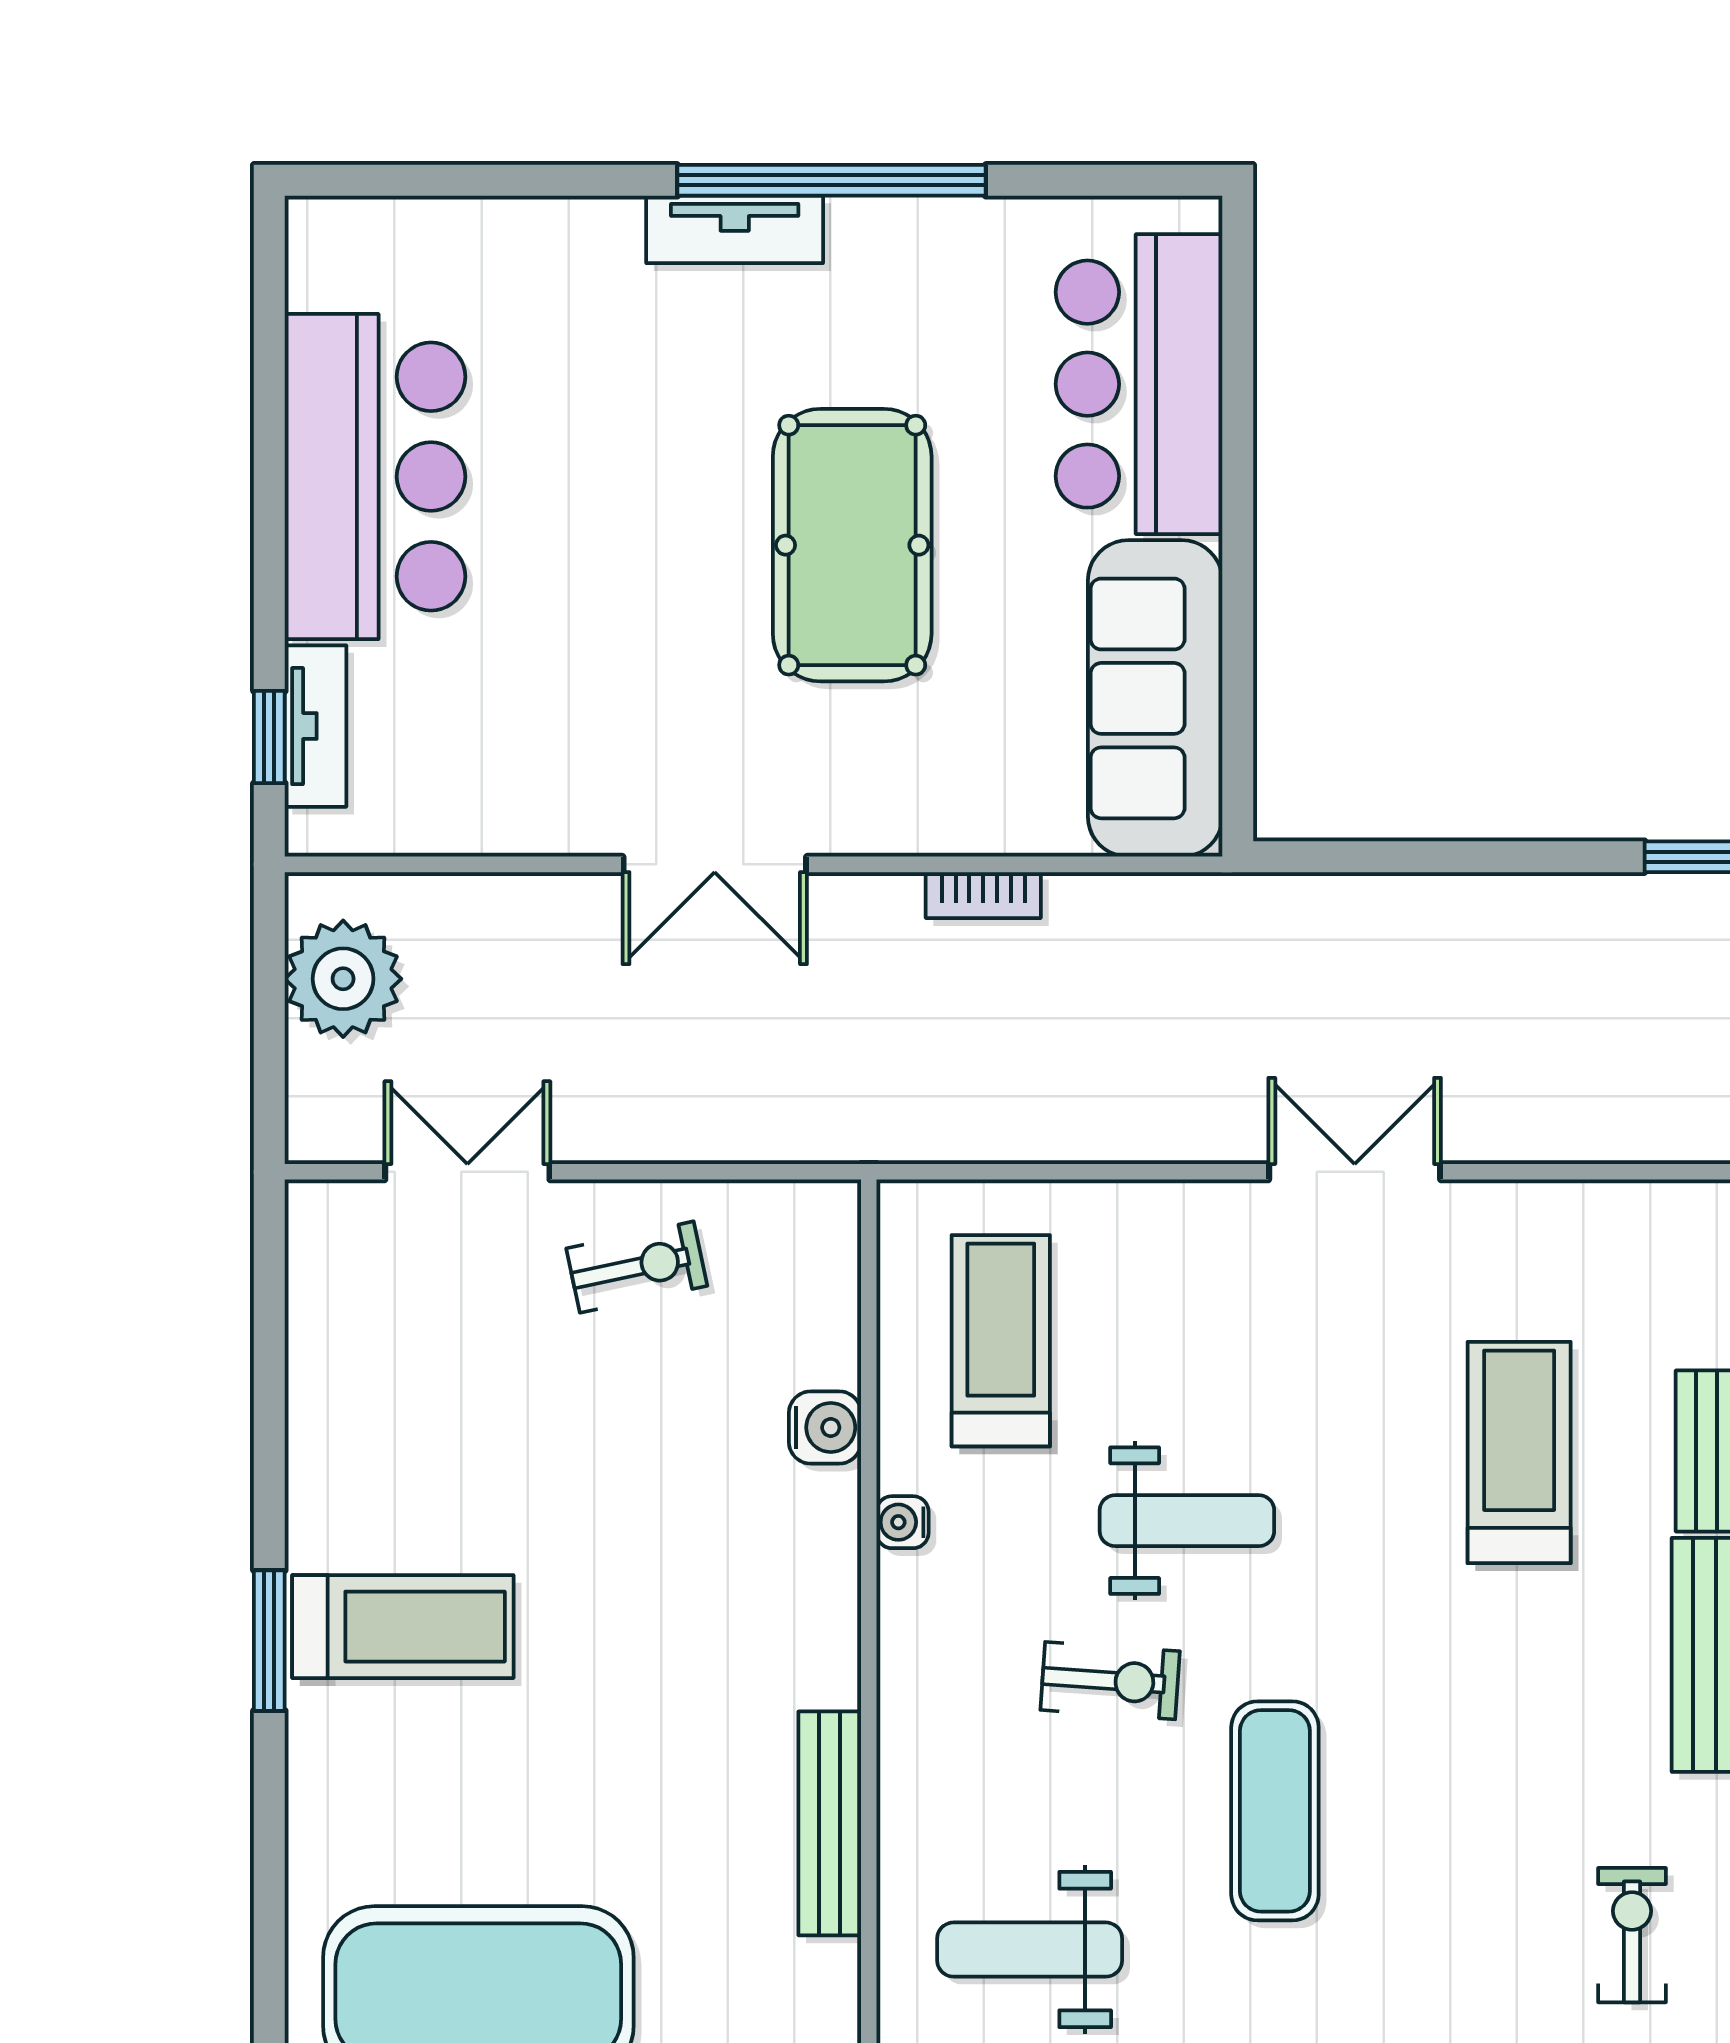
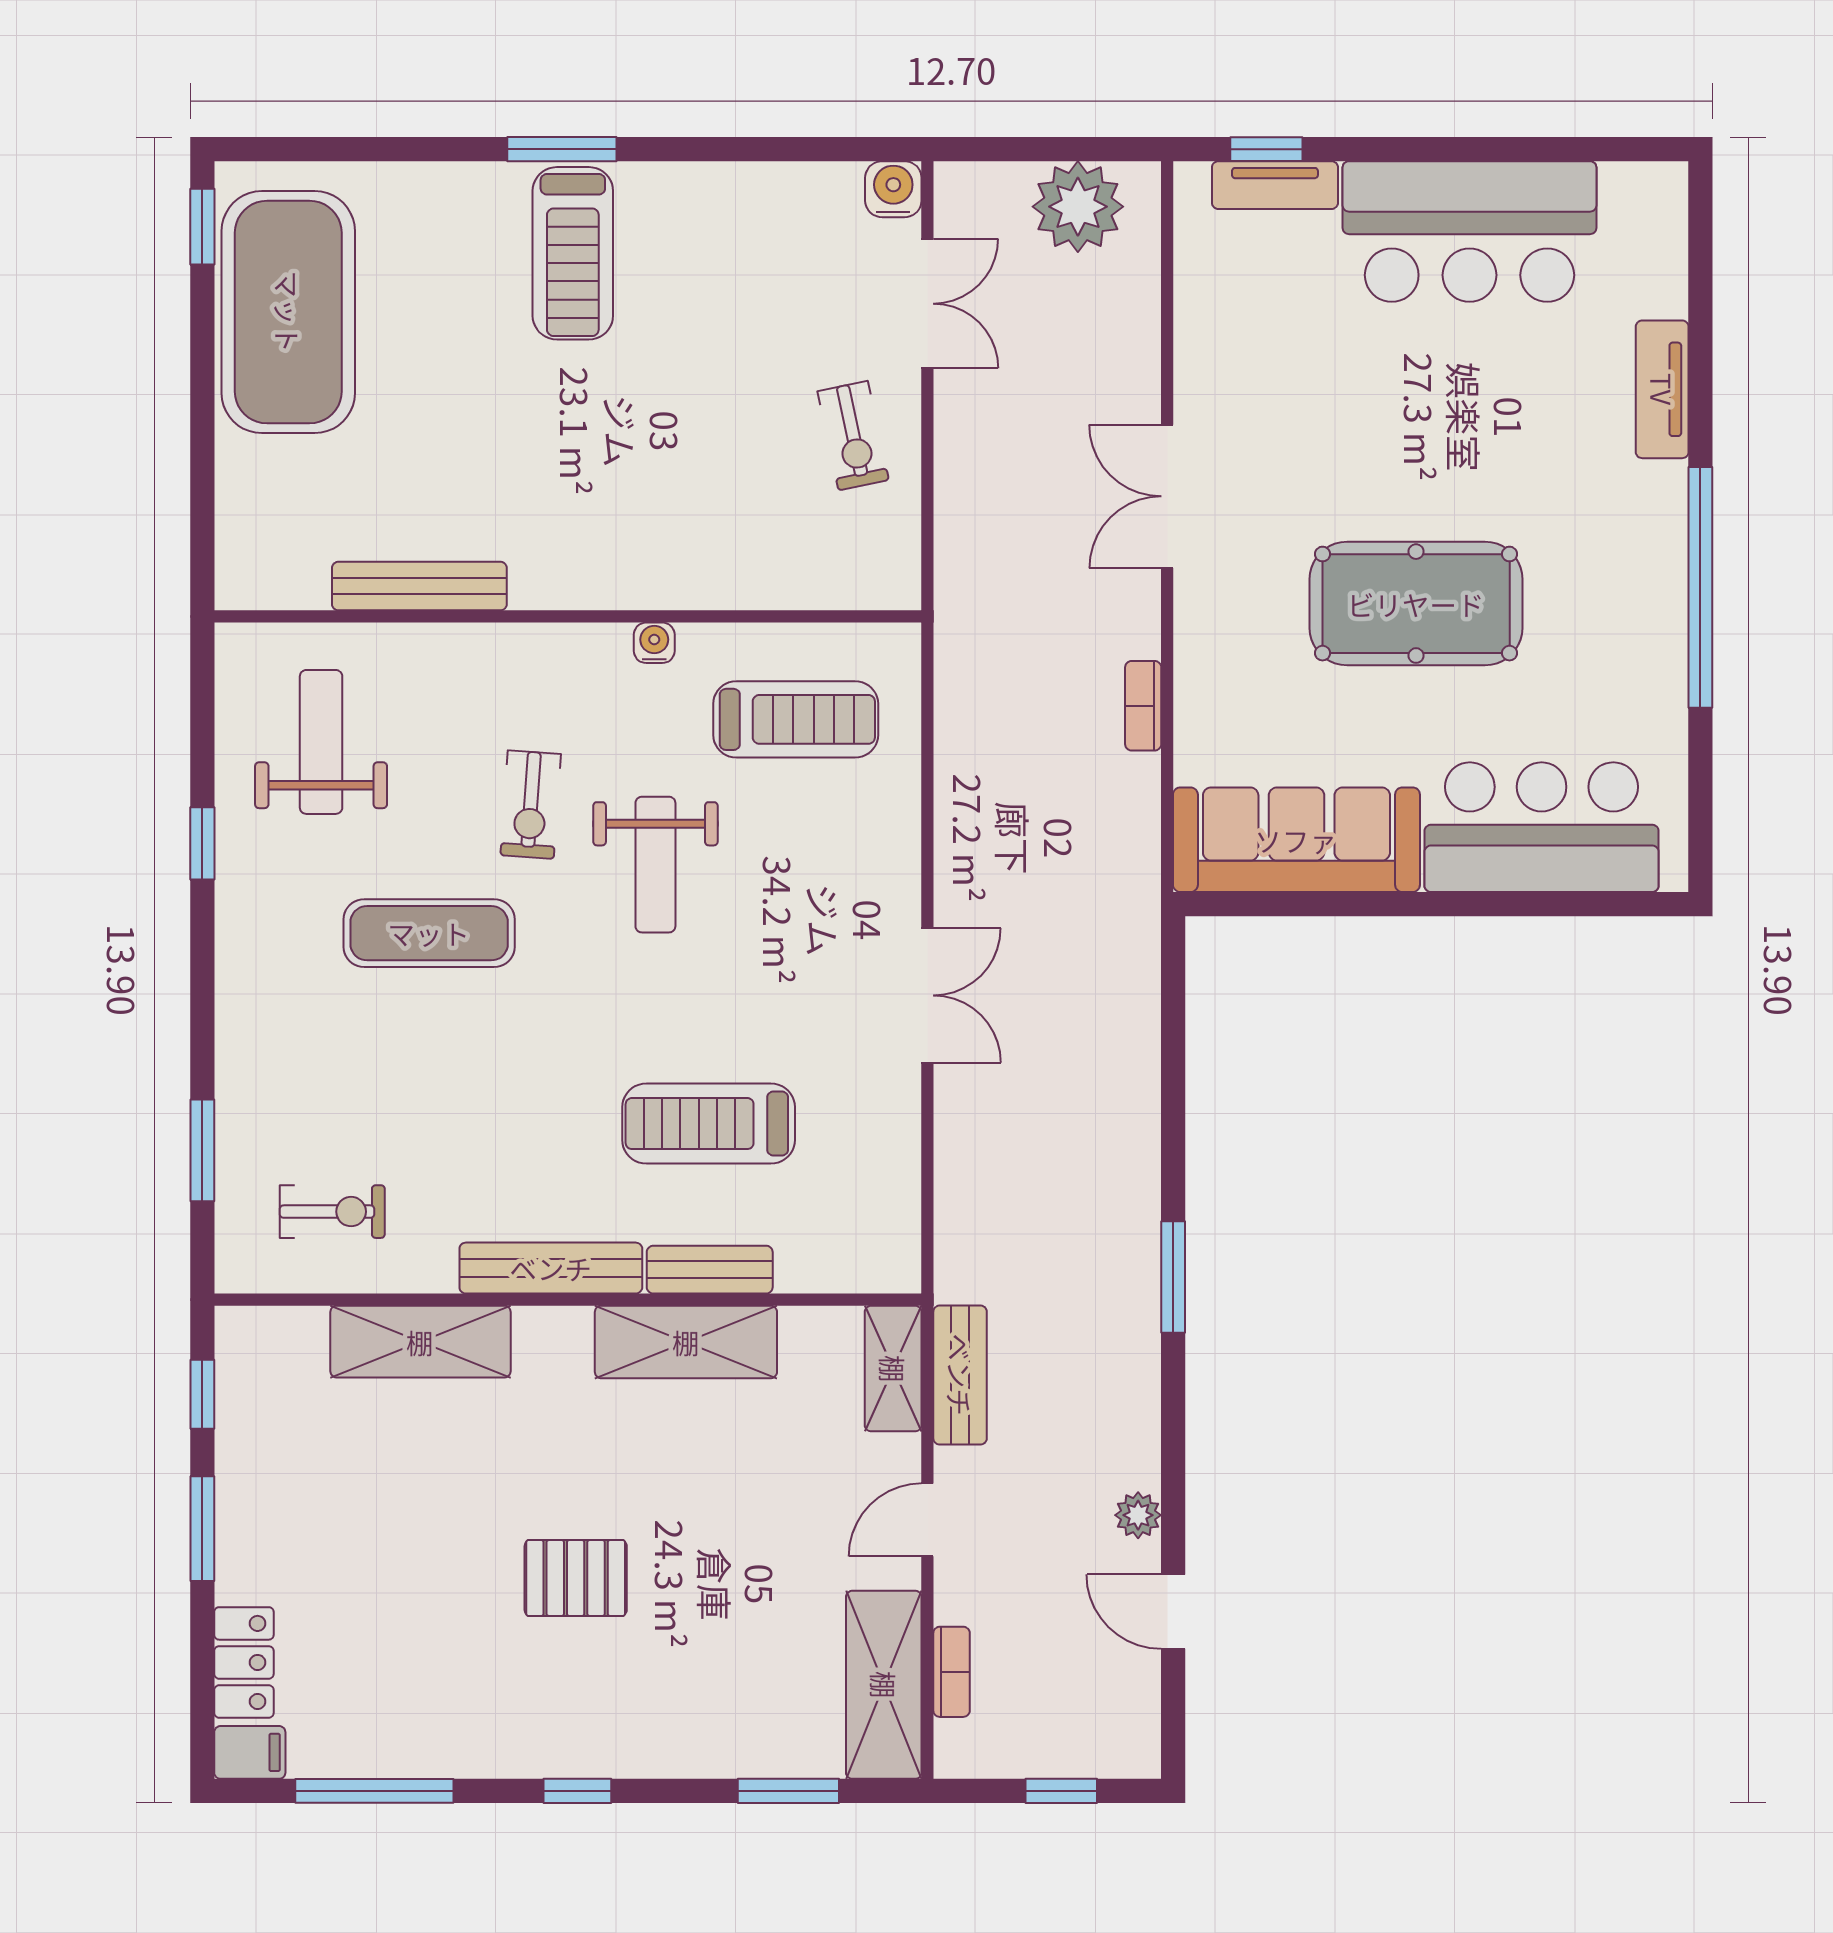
tv unit: (735, 229) -> (1662, 389), moved
water cooler: (825, 1427) -> (893, 189), moved, turned 180
treadmill: (1519, 1452) -> (709, 1124), turned 180

